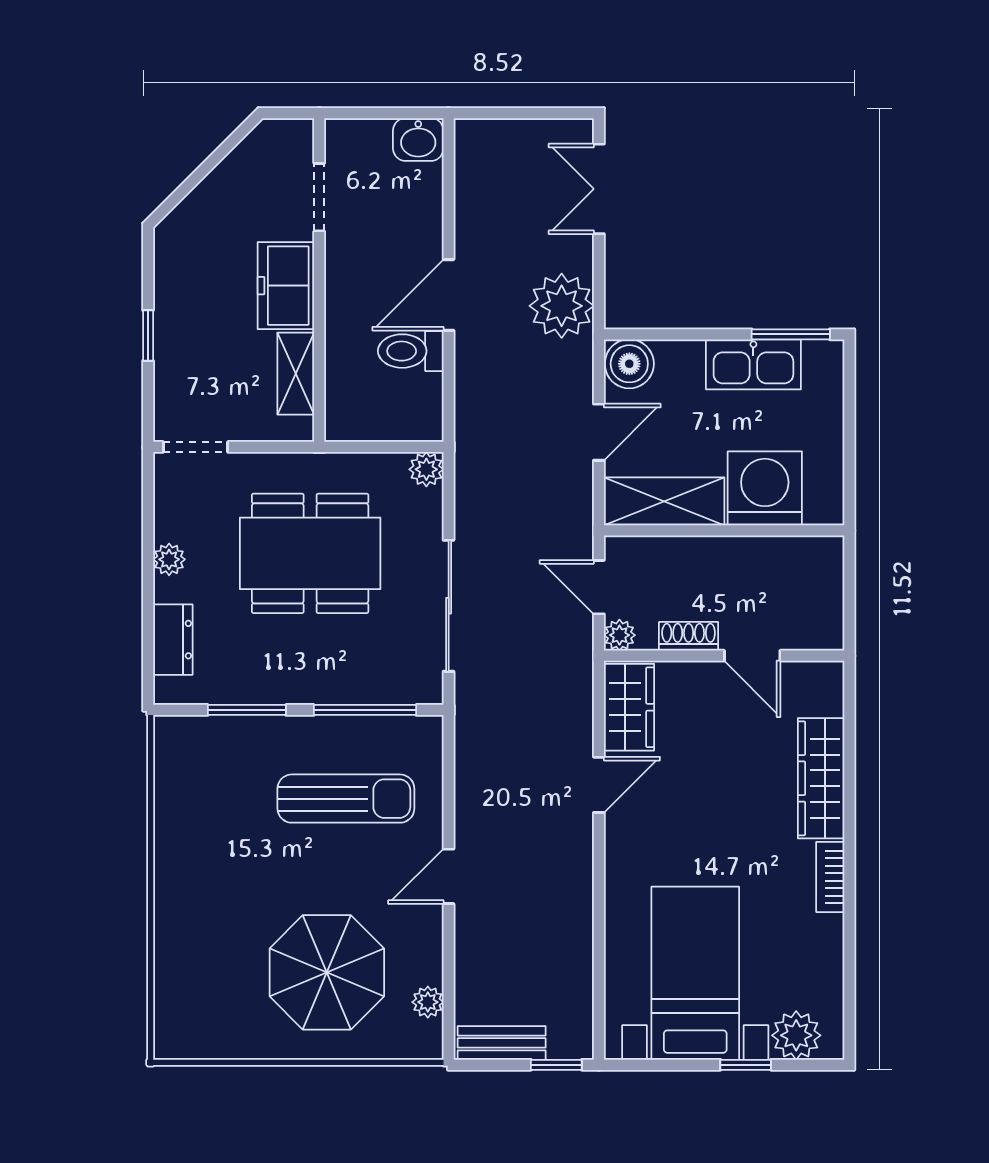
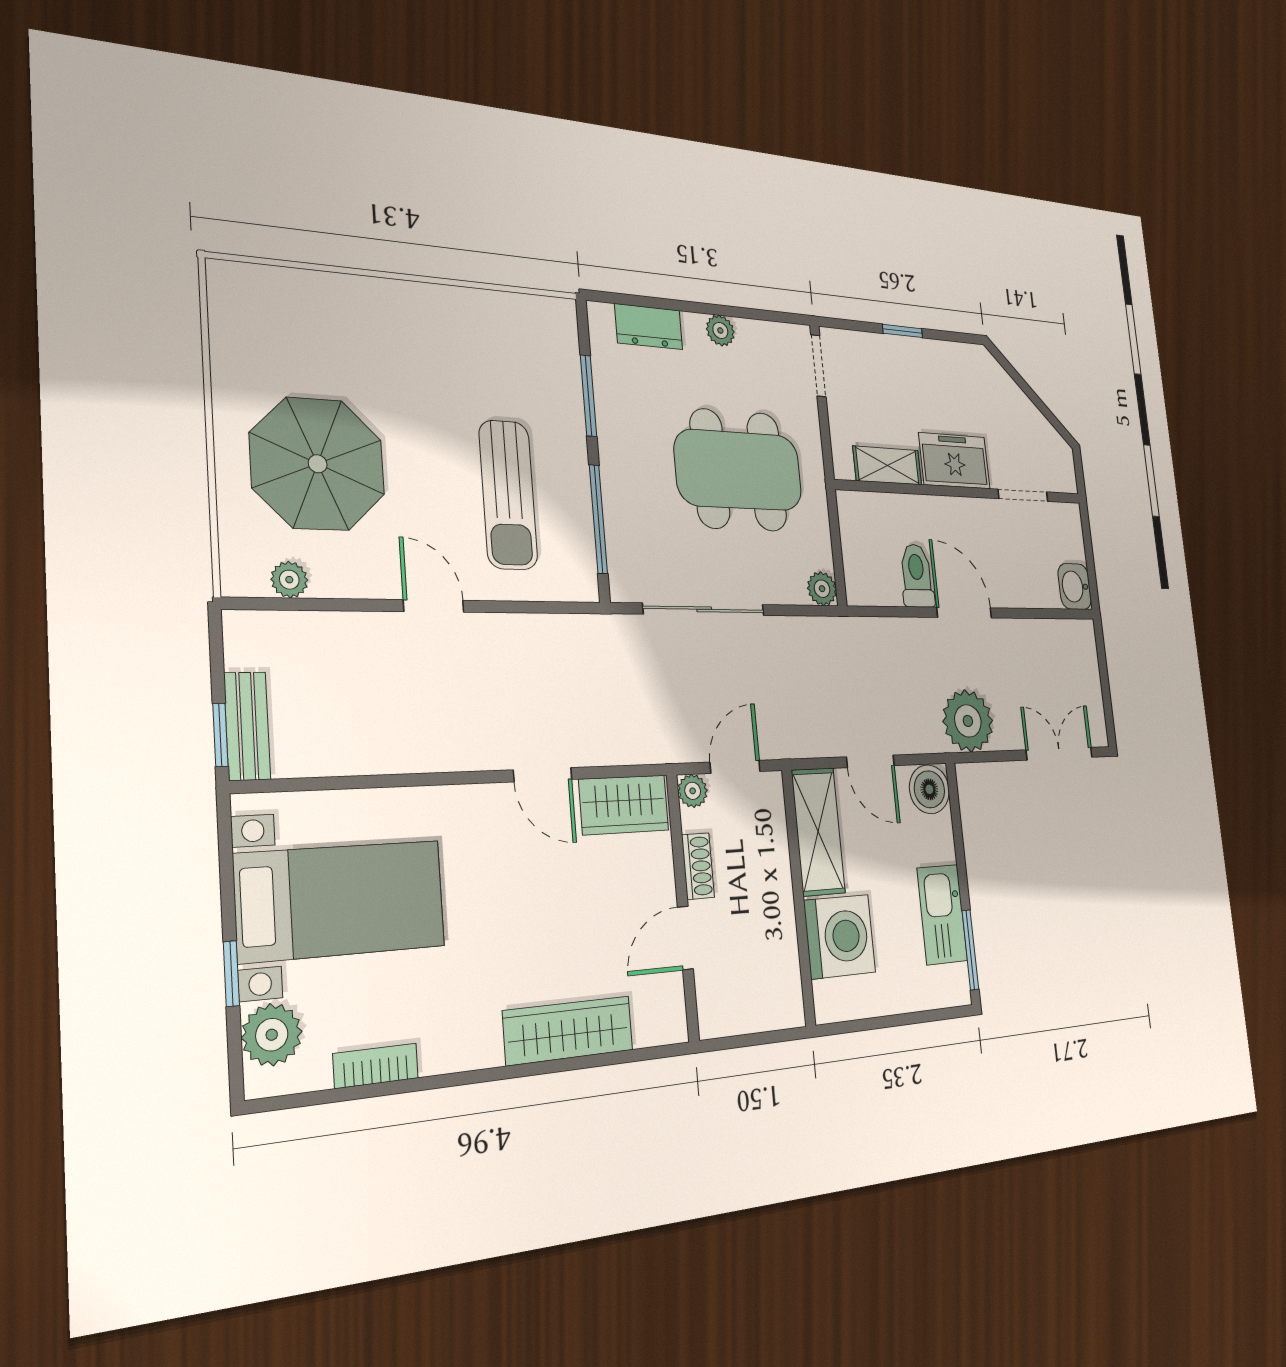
dining table: (310, 553) -> (739, 470), turned 90
bookcase: (830, 877) -> (376, 1066), moved
bench: (502, 1043) -> (247, 726), moved

